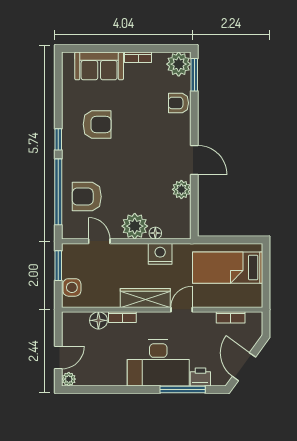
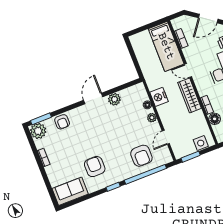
sofa: (99, 66) -> (70, 191), moved, turned -90
plant: (135, 226) -> (152, 118), width x0.53, depth x0.53
bed: (228, 268) -> (166, 46), moved

